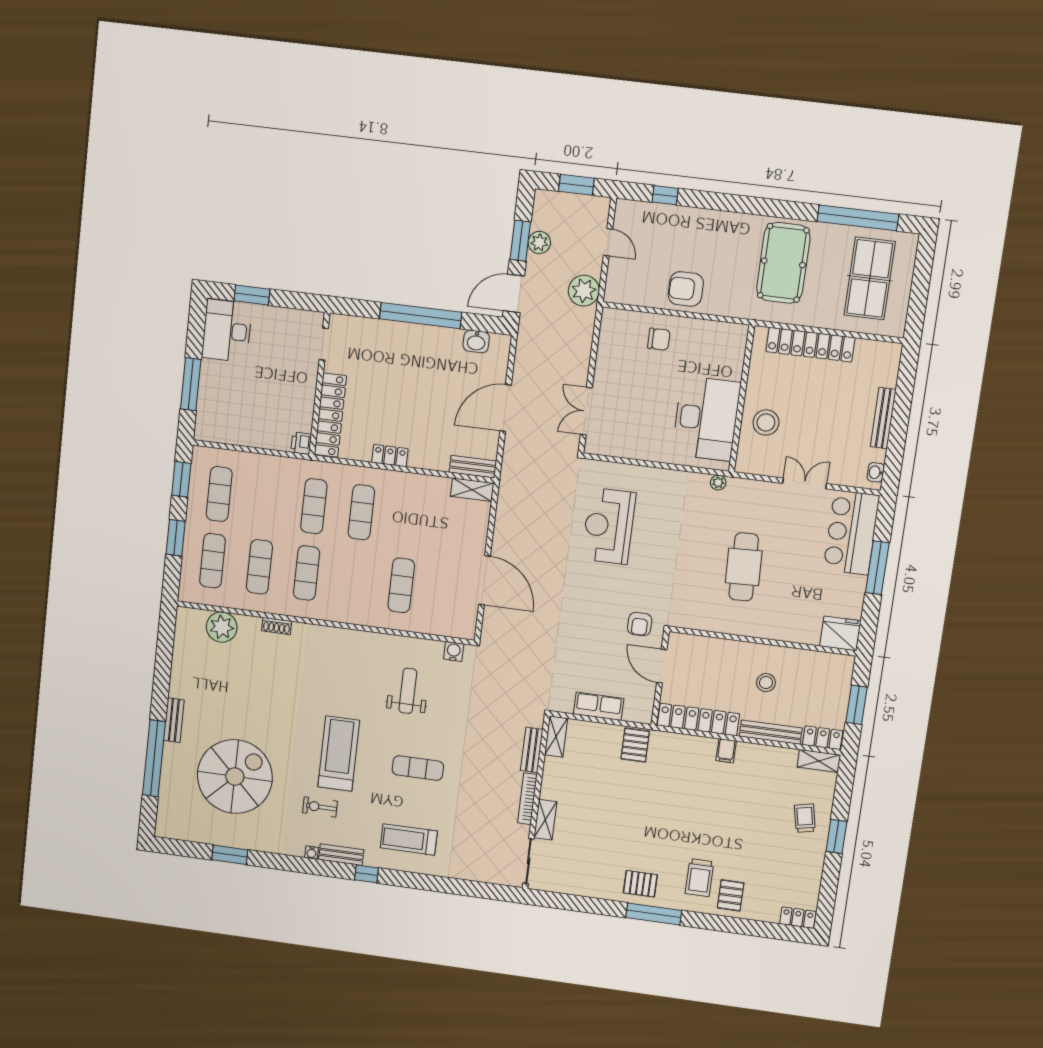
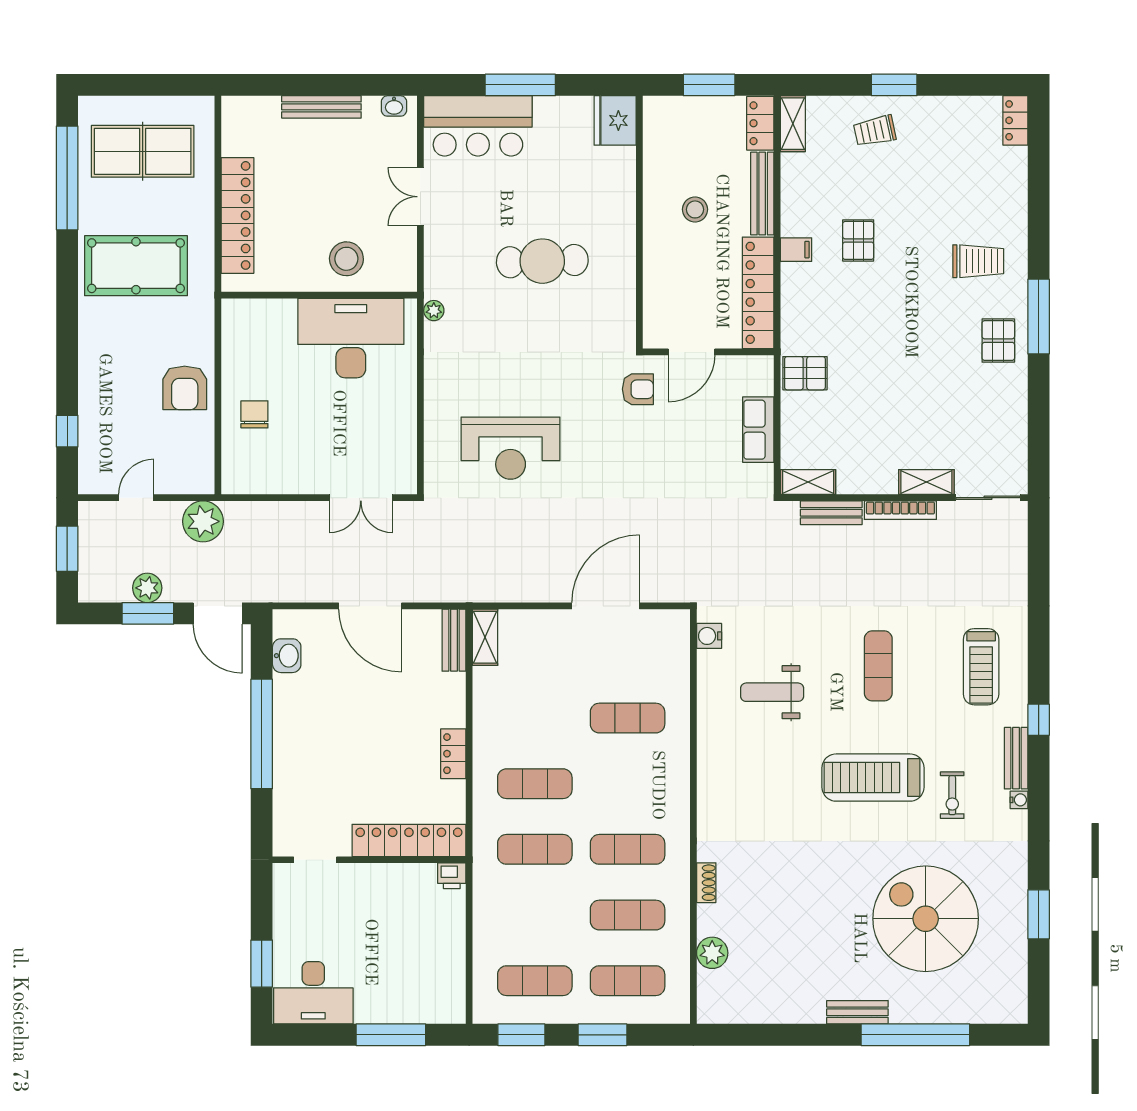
plant: (222, 627) -> (712, 953), width x0.73, depth x0.73
pallet: (731, 895) -> (858, 240), moved, turned 90

